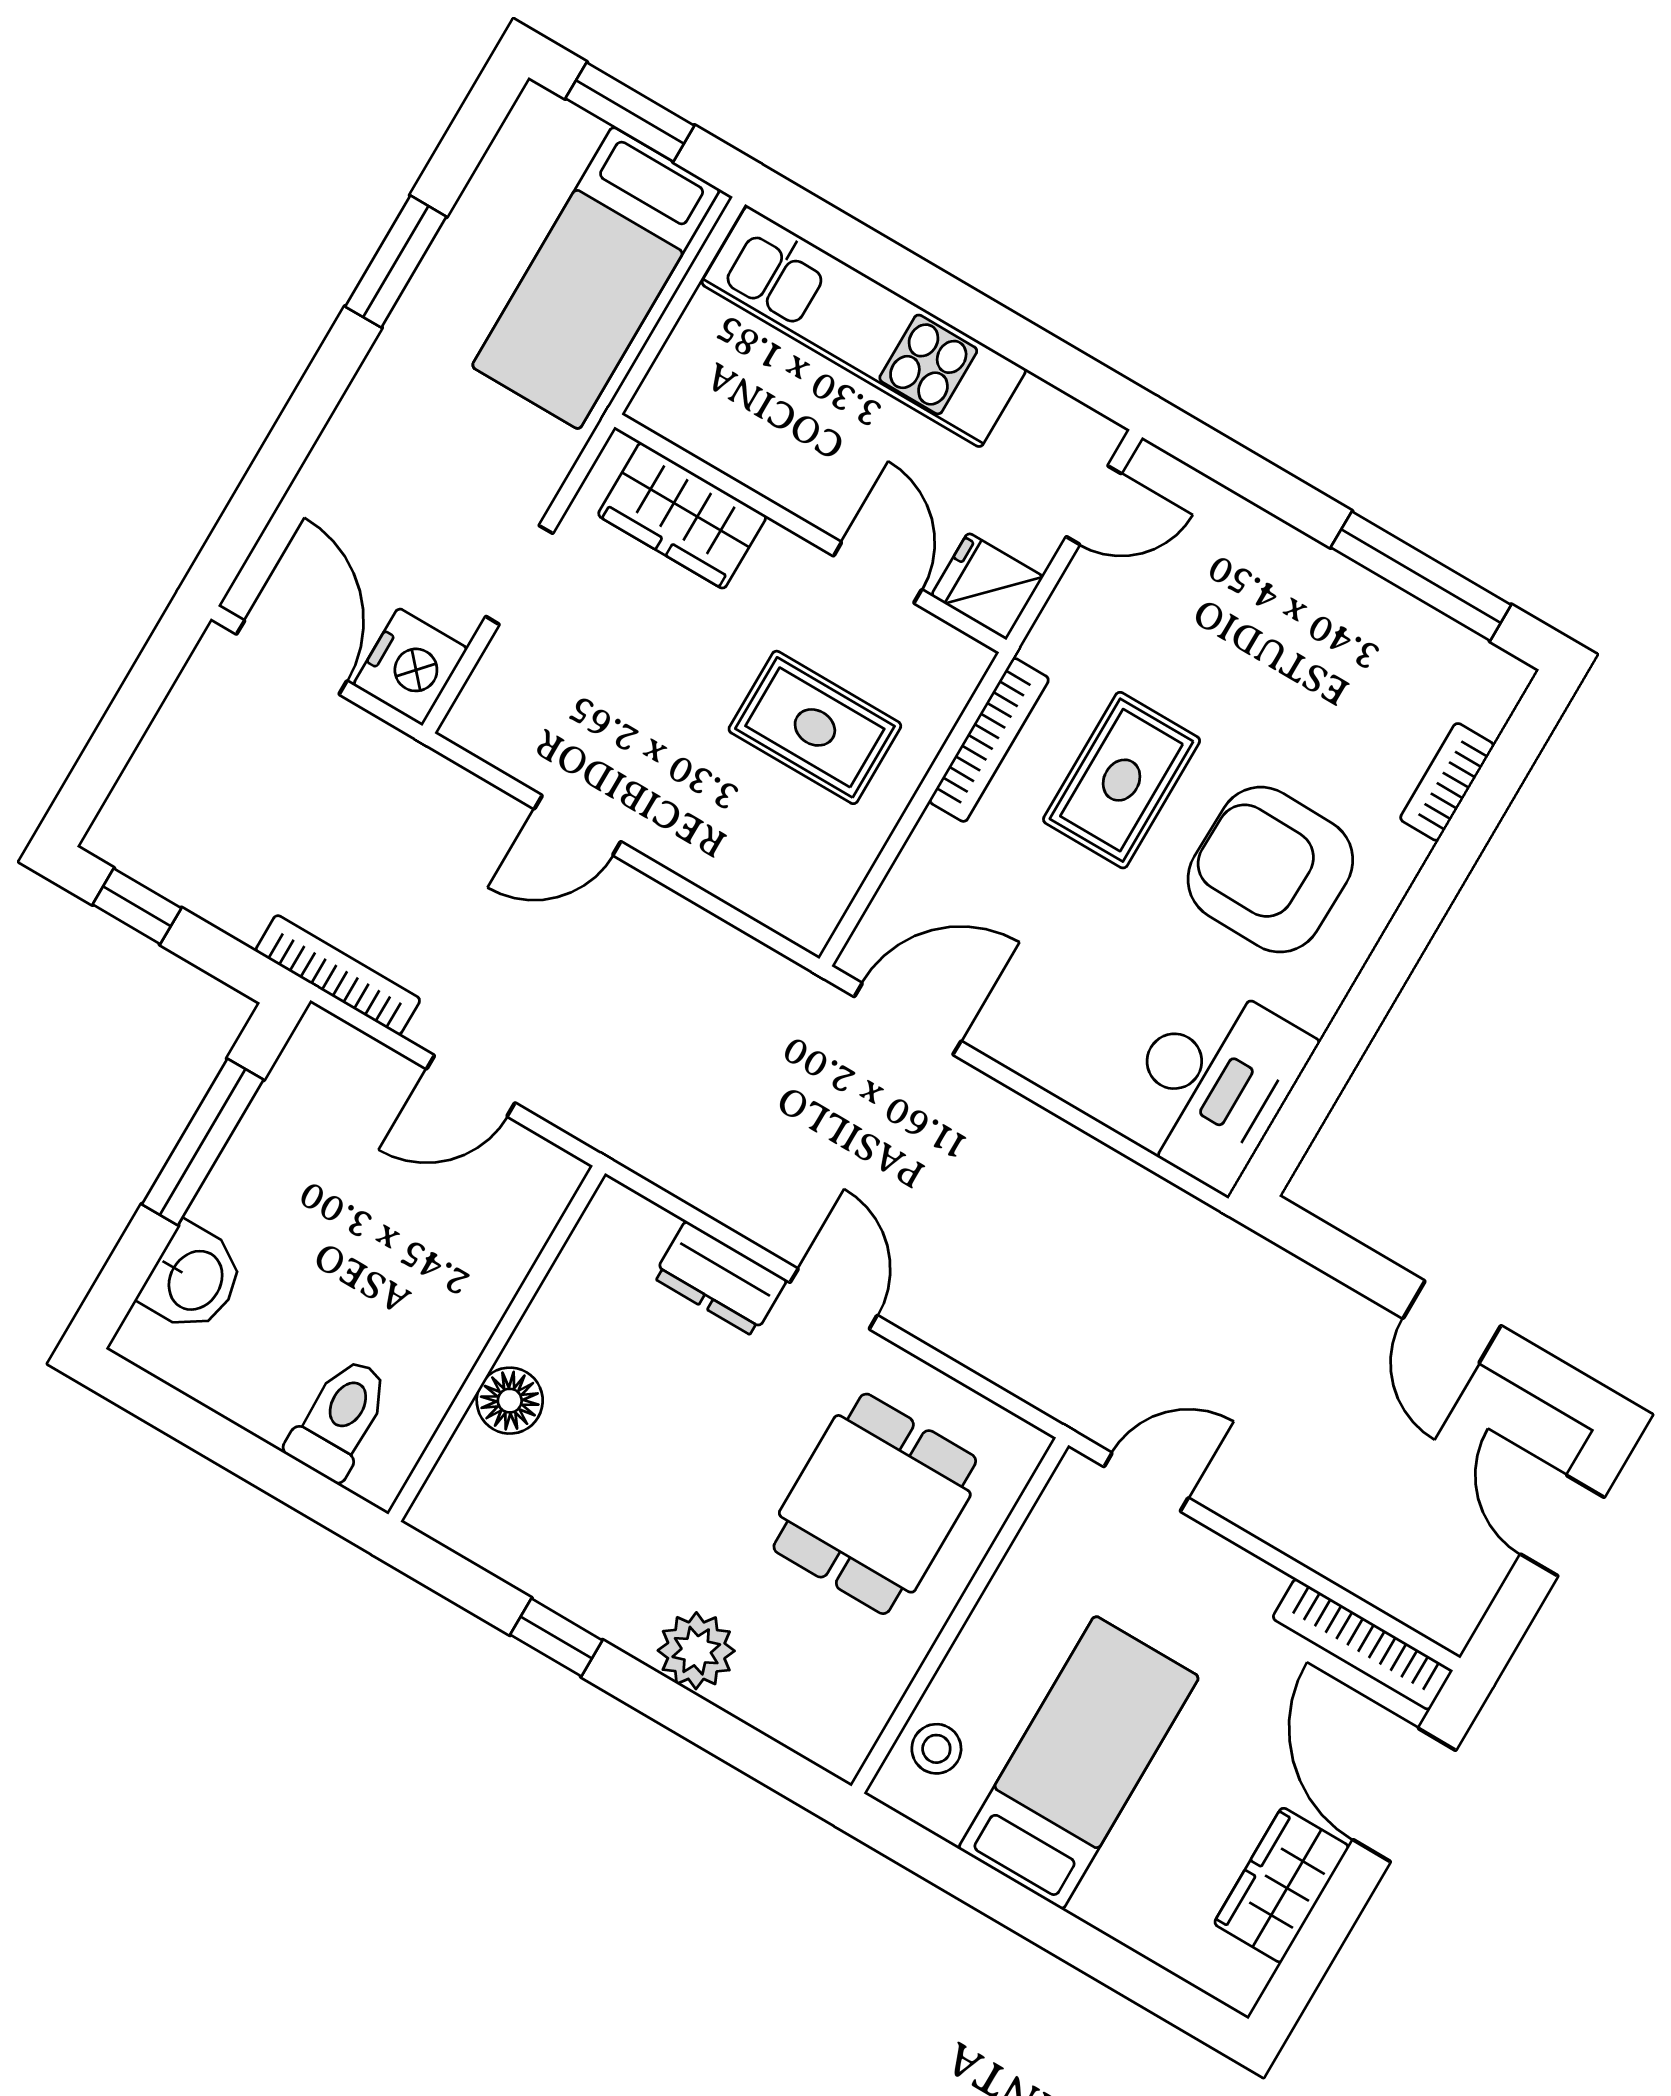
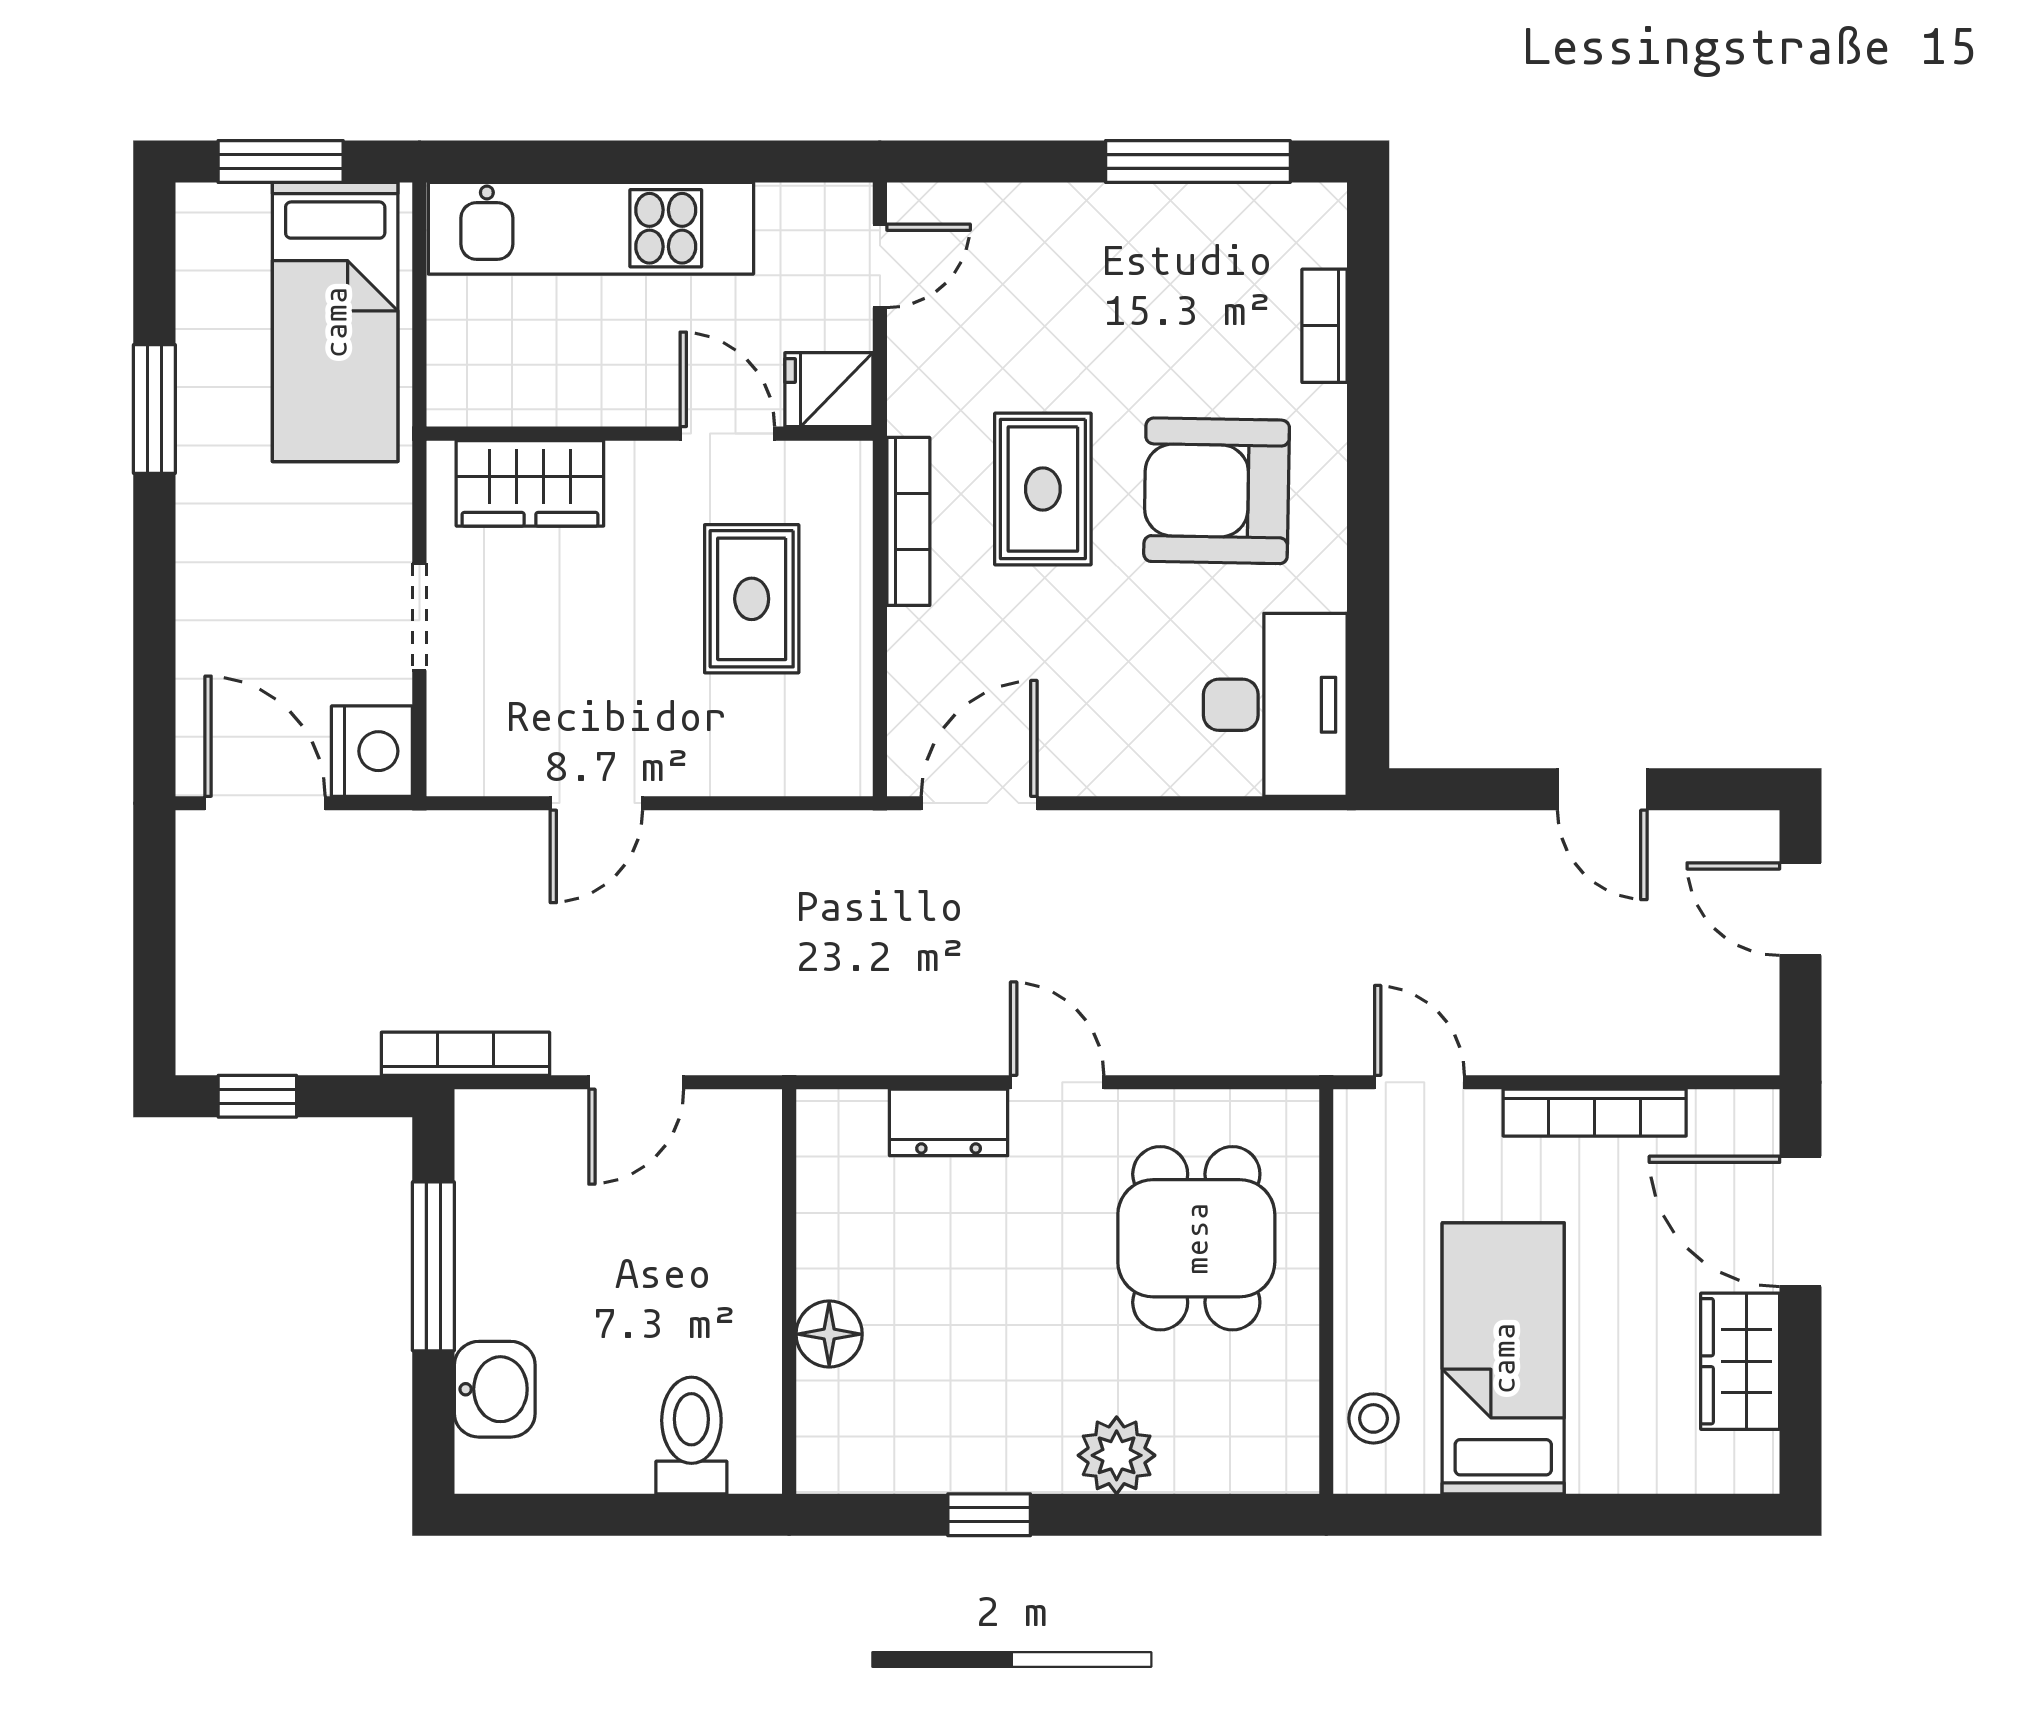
rug: (815, 727) -> (752, 599), turned 90
door: (1146, 1482) -> (1419, 1082), hinge flipped
bookcase: (1362, 1644) -> (1595, 1113), moved

